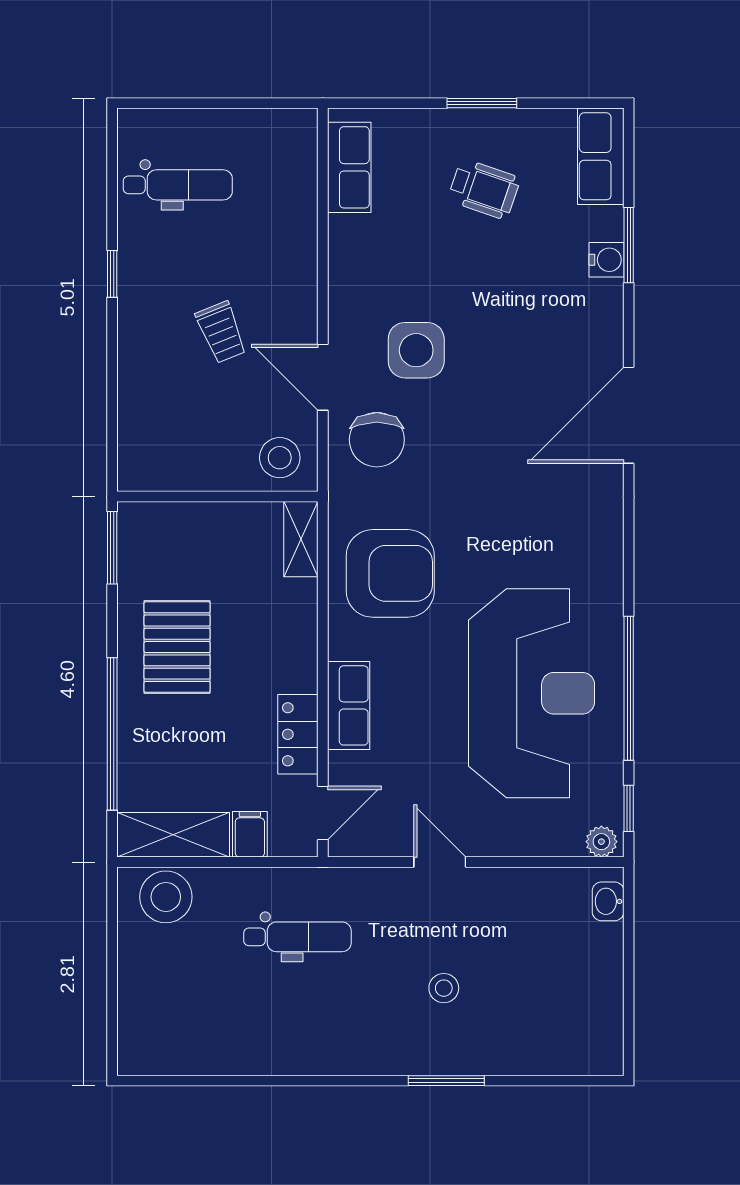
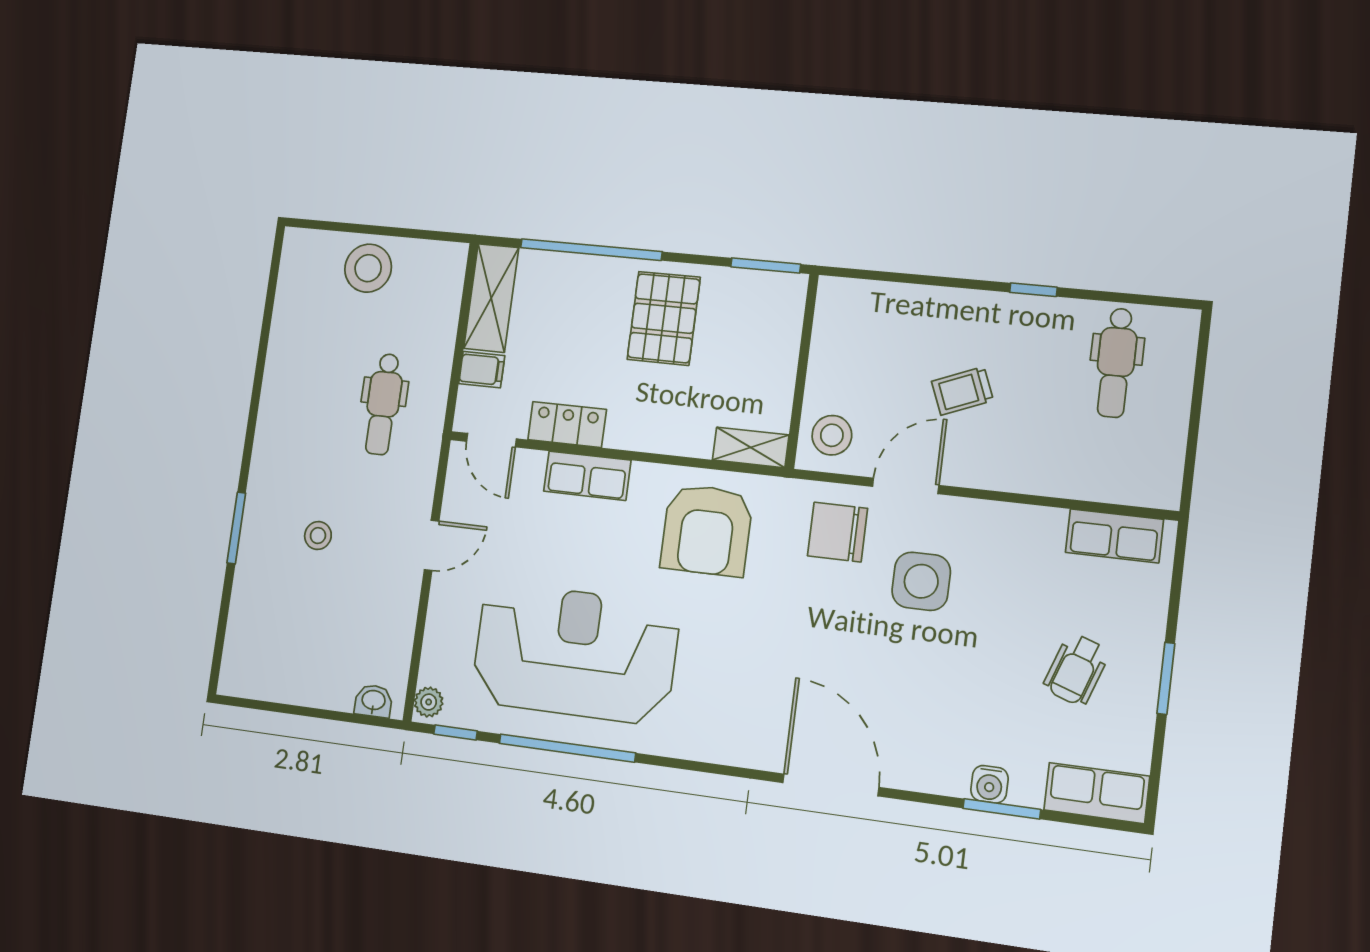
pallet: (177, 647) -> (664, 318), turned 90
reception desk: (532, 693) -> (575, 653), turned 180
stool: (166, 897) -> (368, 268), moved

